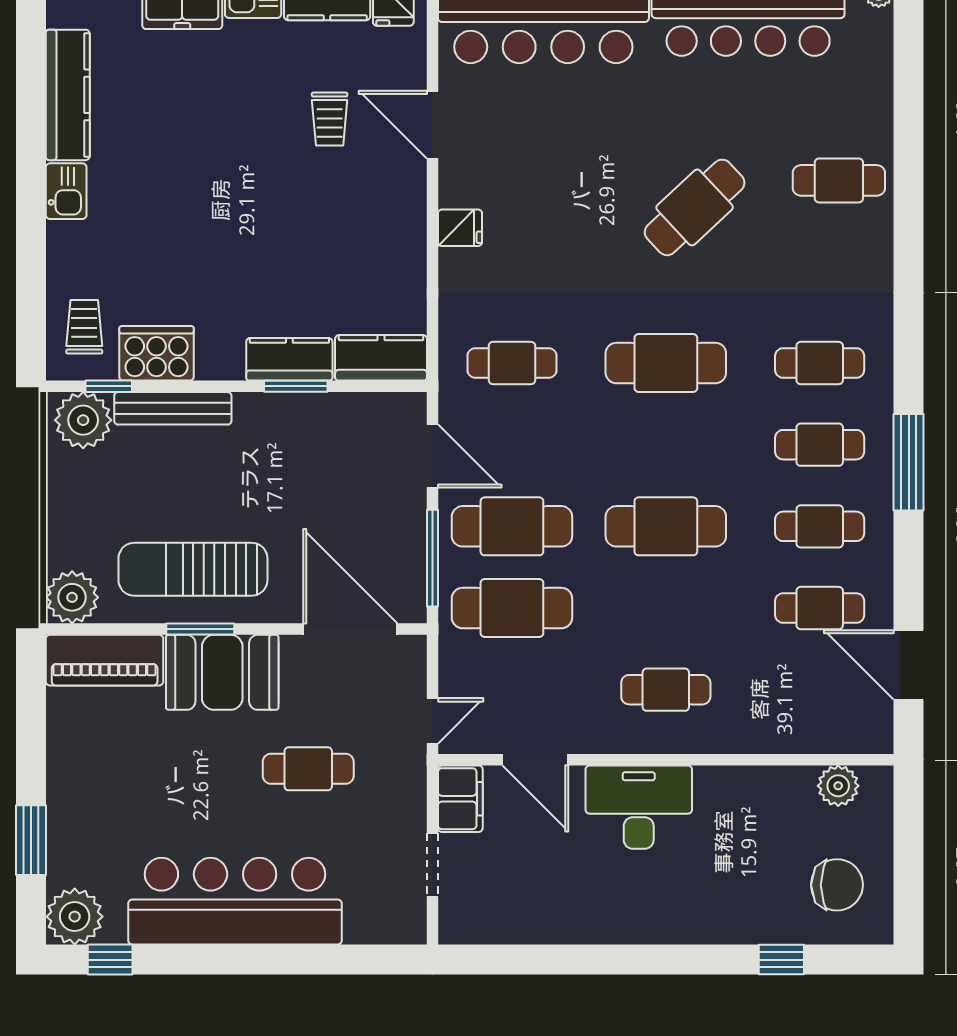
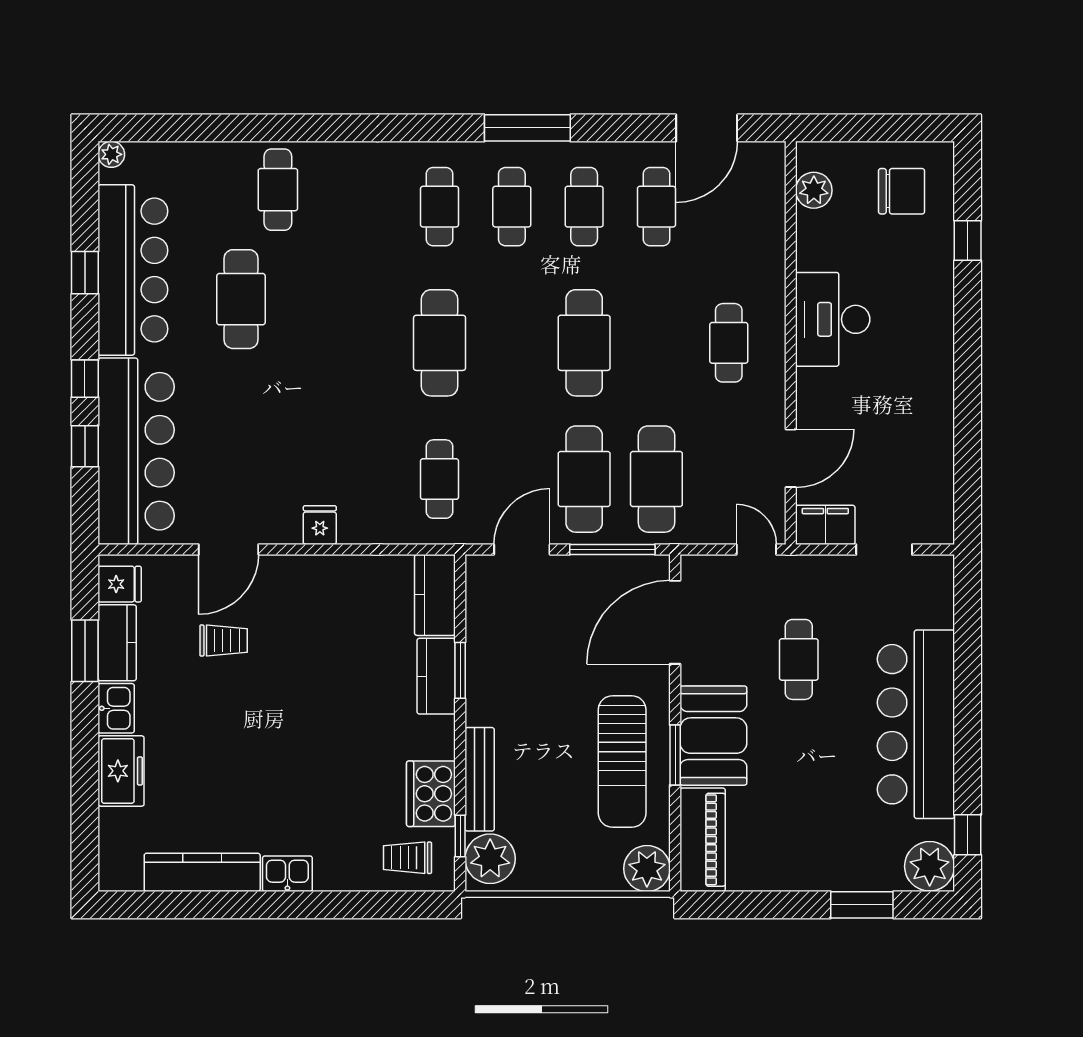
cafe table: (695, 207) -> (241, 299), moved, turned 43
desk: (639, 807) -> (833, 319), moved
chair: (837, 885) -> (902, 191), turned 90

